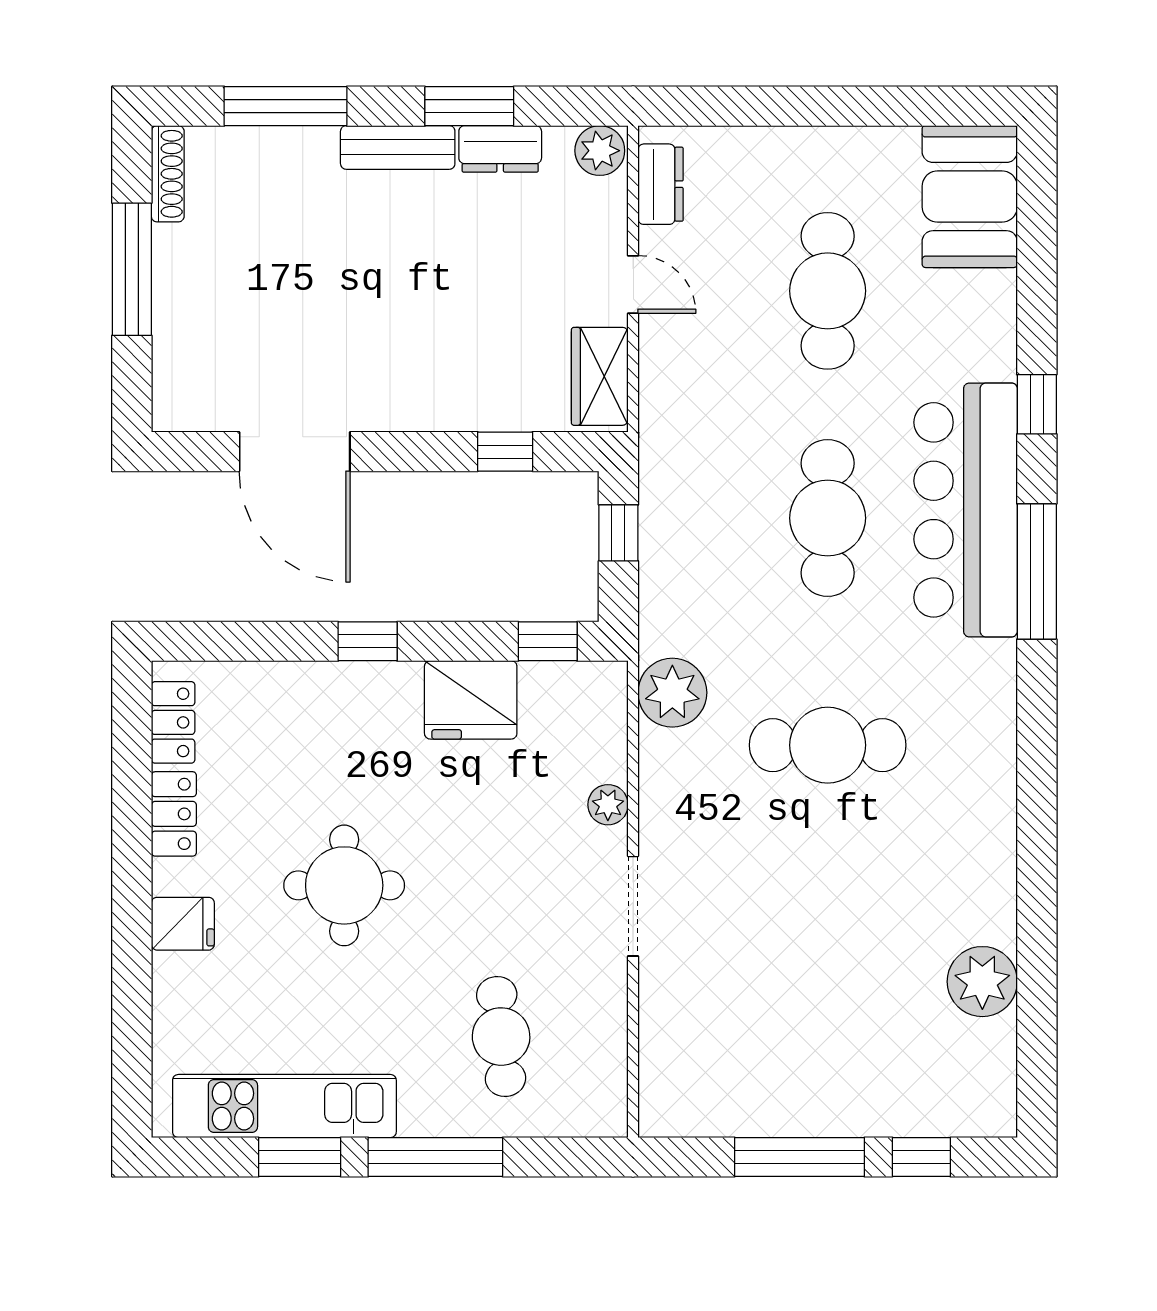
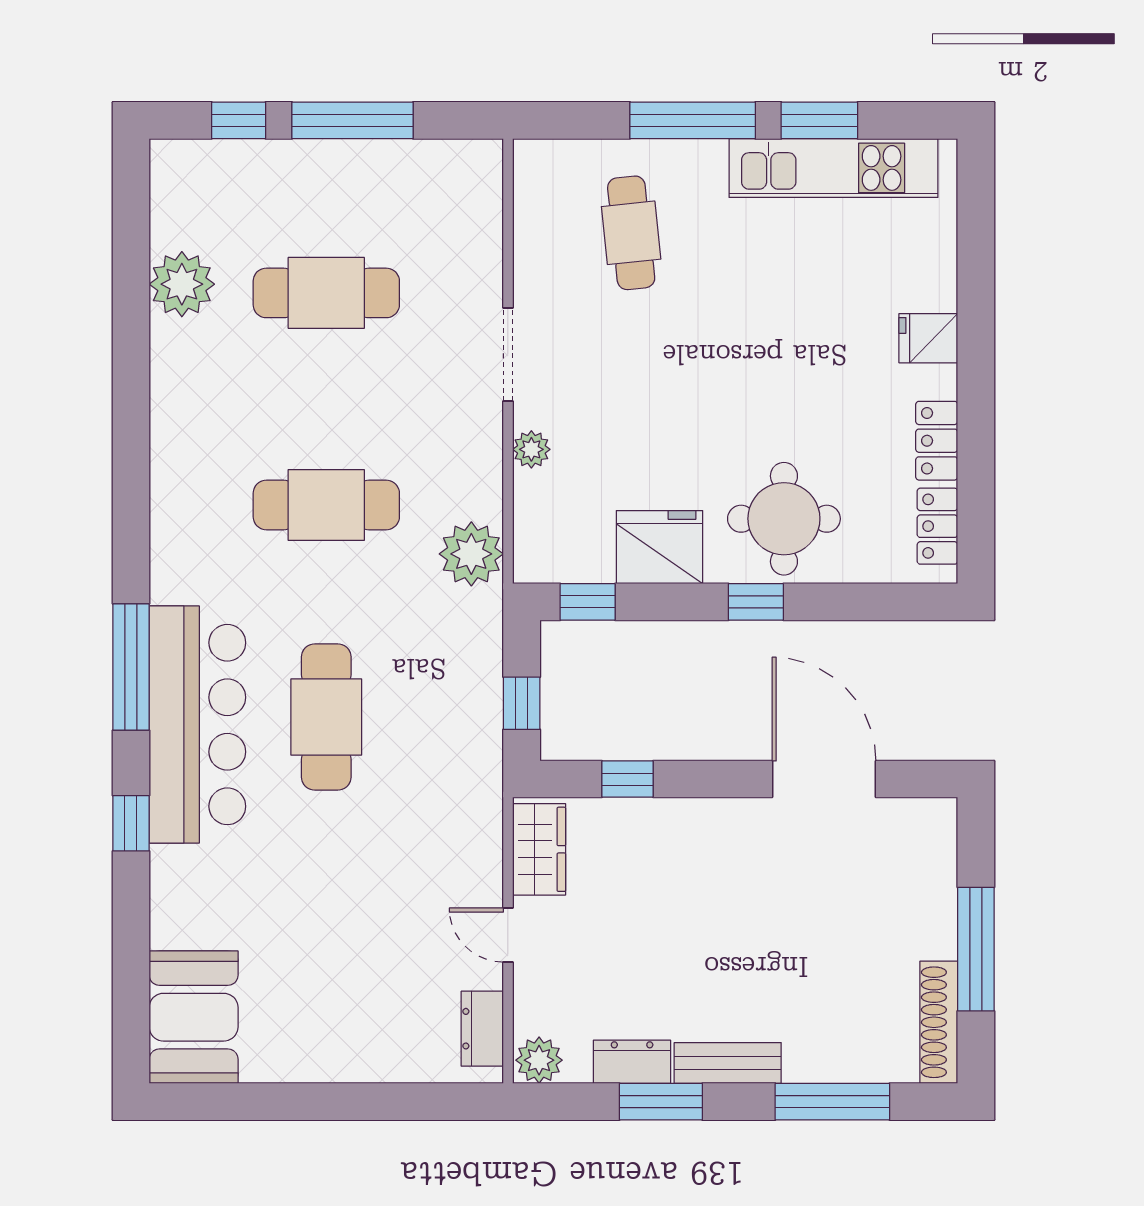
shoe rack: (168, 174) -> (939, 1022), width x1.36, depth x1.24
cafe table: (828, 291) -> (326, 293), moved, turned 90
round table: (344, 885) -> (784, 519), moved

